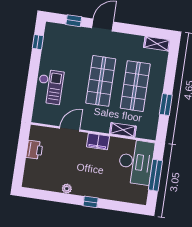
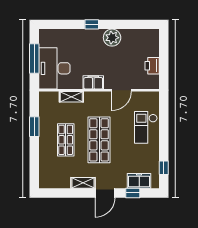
freezer: (66, 32) -> (139, 181), added
shelving: (157, 44) -> (83, 183), moved
shop shelf: (135, 86) -> (66, 140), width x0.70, depth x0.74
plant: (67, 189) -> (112, 38), width x1.88, depth x1.88

